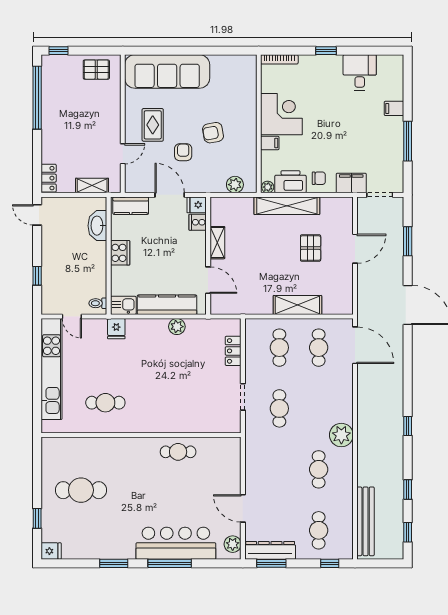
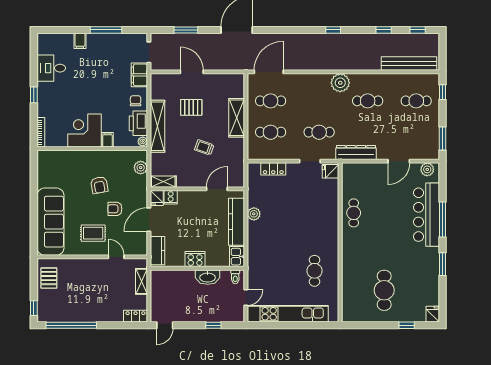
washbasin: (97, 226) -> (208, 277), moved
shelving: (217, 243) -> (163, 182), moved
trolley: (260, 264) -> (204, 147), added
fridge: (116, 329) -> (331, 171), moved, turned 180
dresser: (270, 550) -> (356, 153), moved, turned 90

